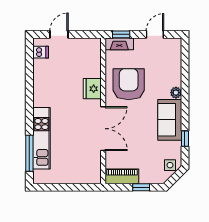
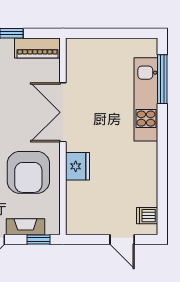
door: (59, 34) -> (122, 240), hinge flipped
fireplace: (119, 44) -> (25, 227), moved

